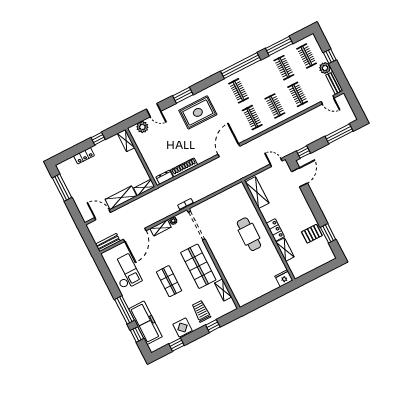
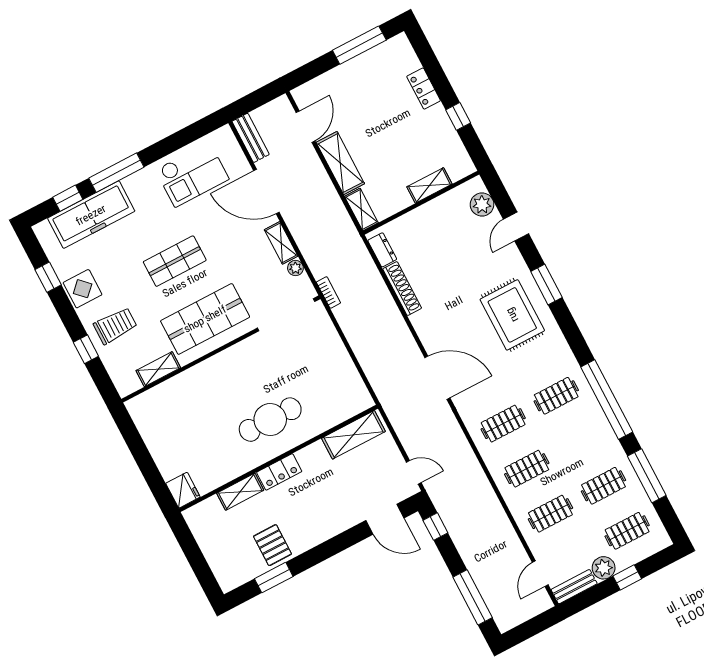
shelving: (126, 140) -> (429, 185), moved
door: (276, 163) -> (414, 472), hinge flipped

